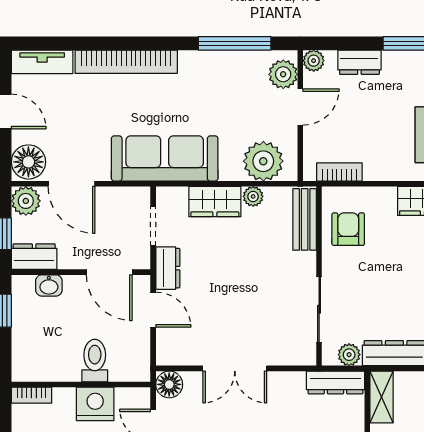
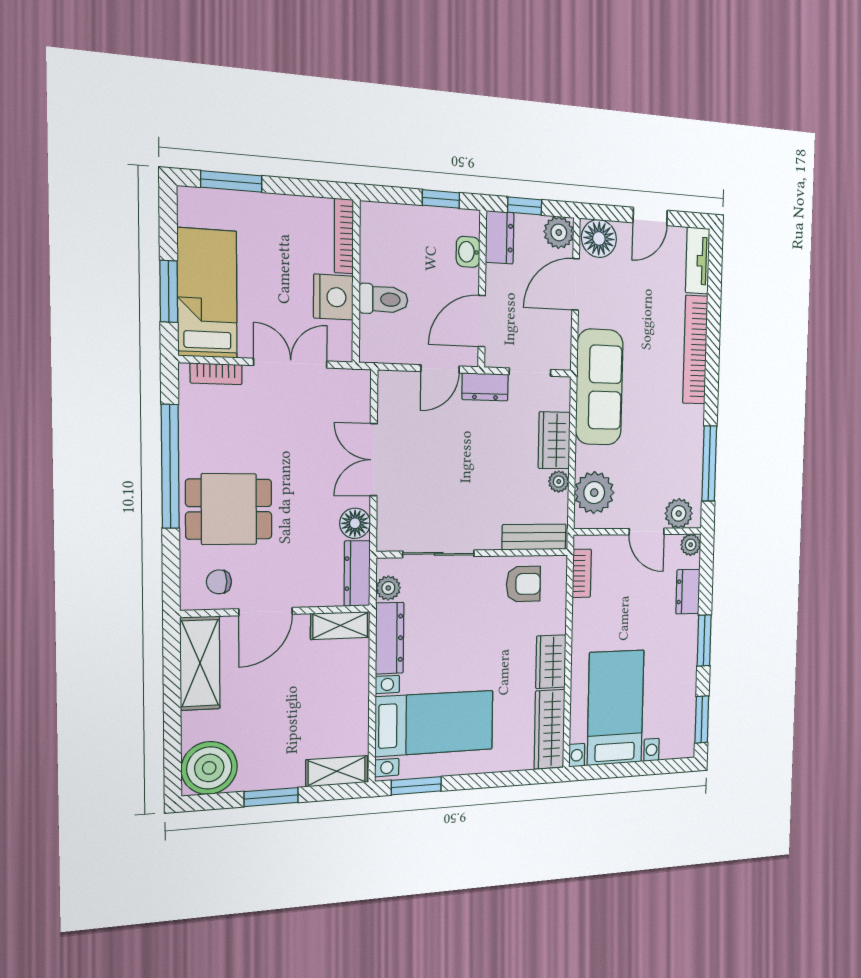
floor lamp: (169, 384) -> (355, 523), moved
bookcase: (31, 395) -> (344, 236), width x1.56

